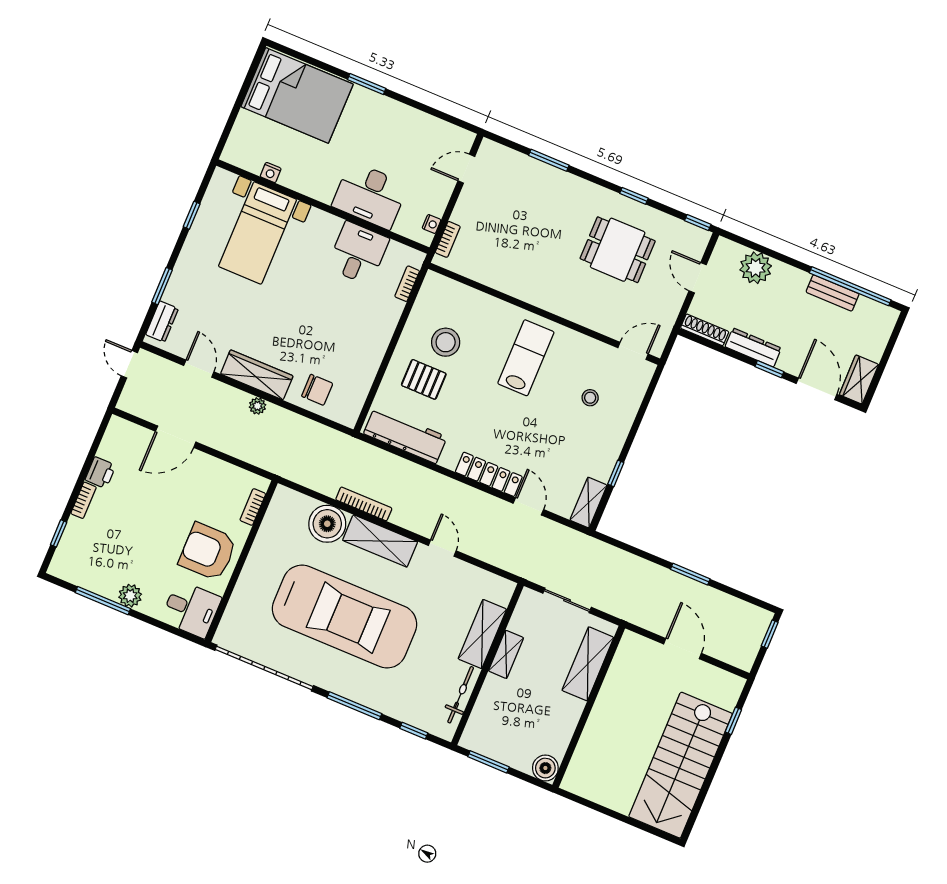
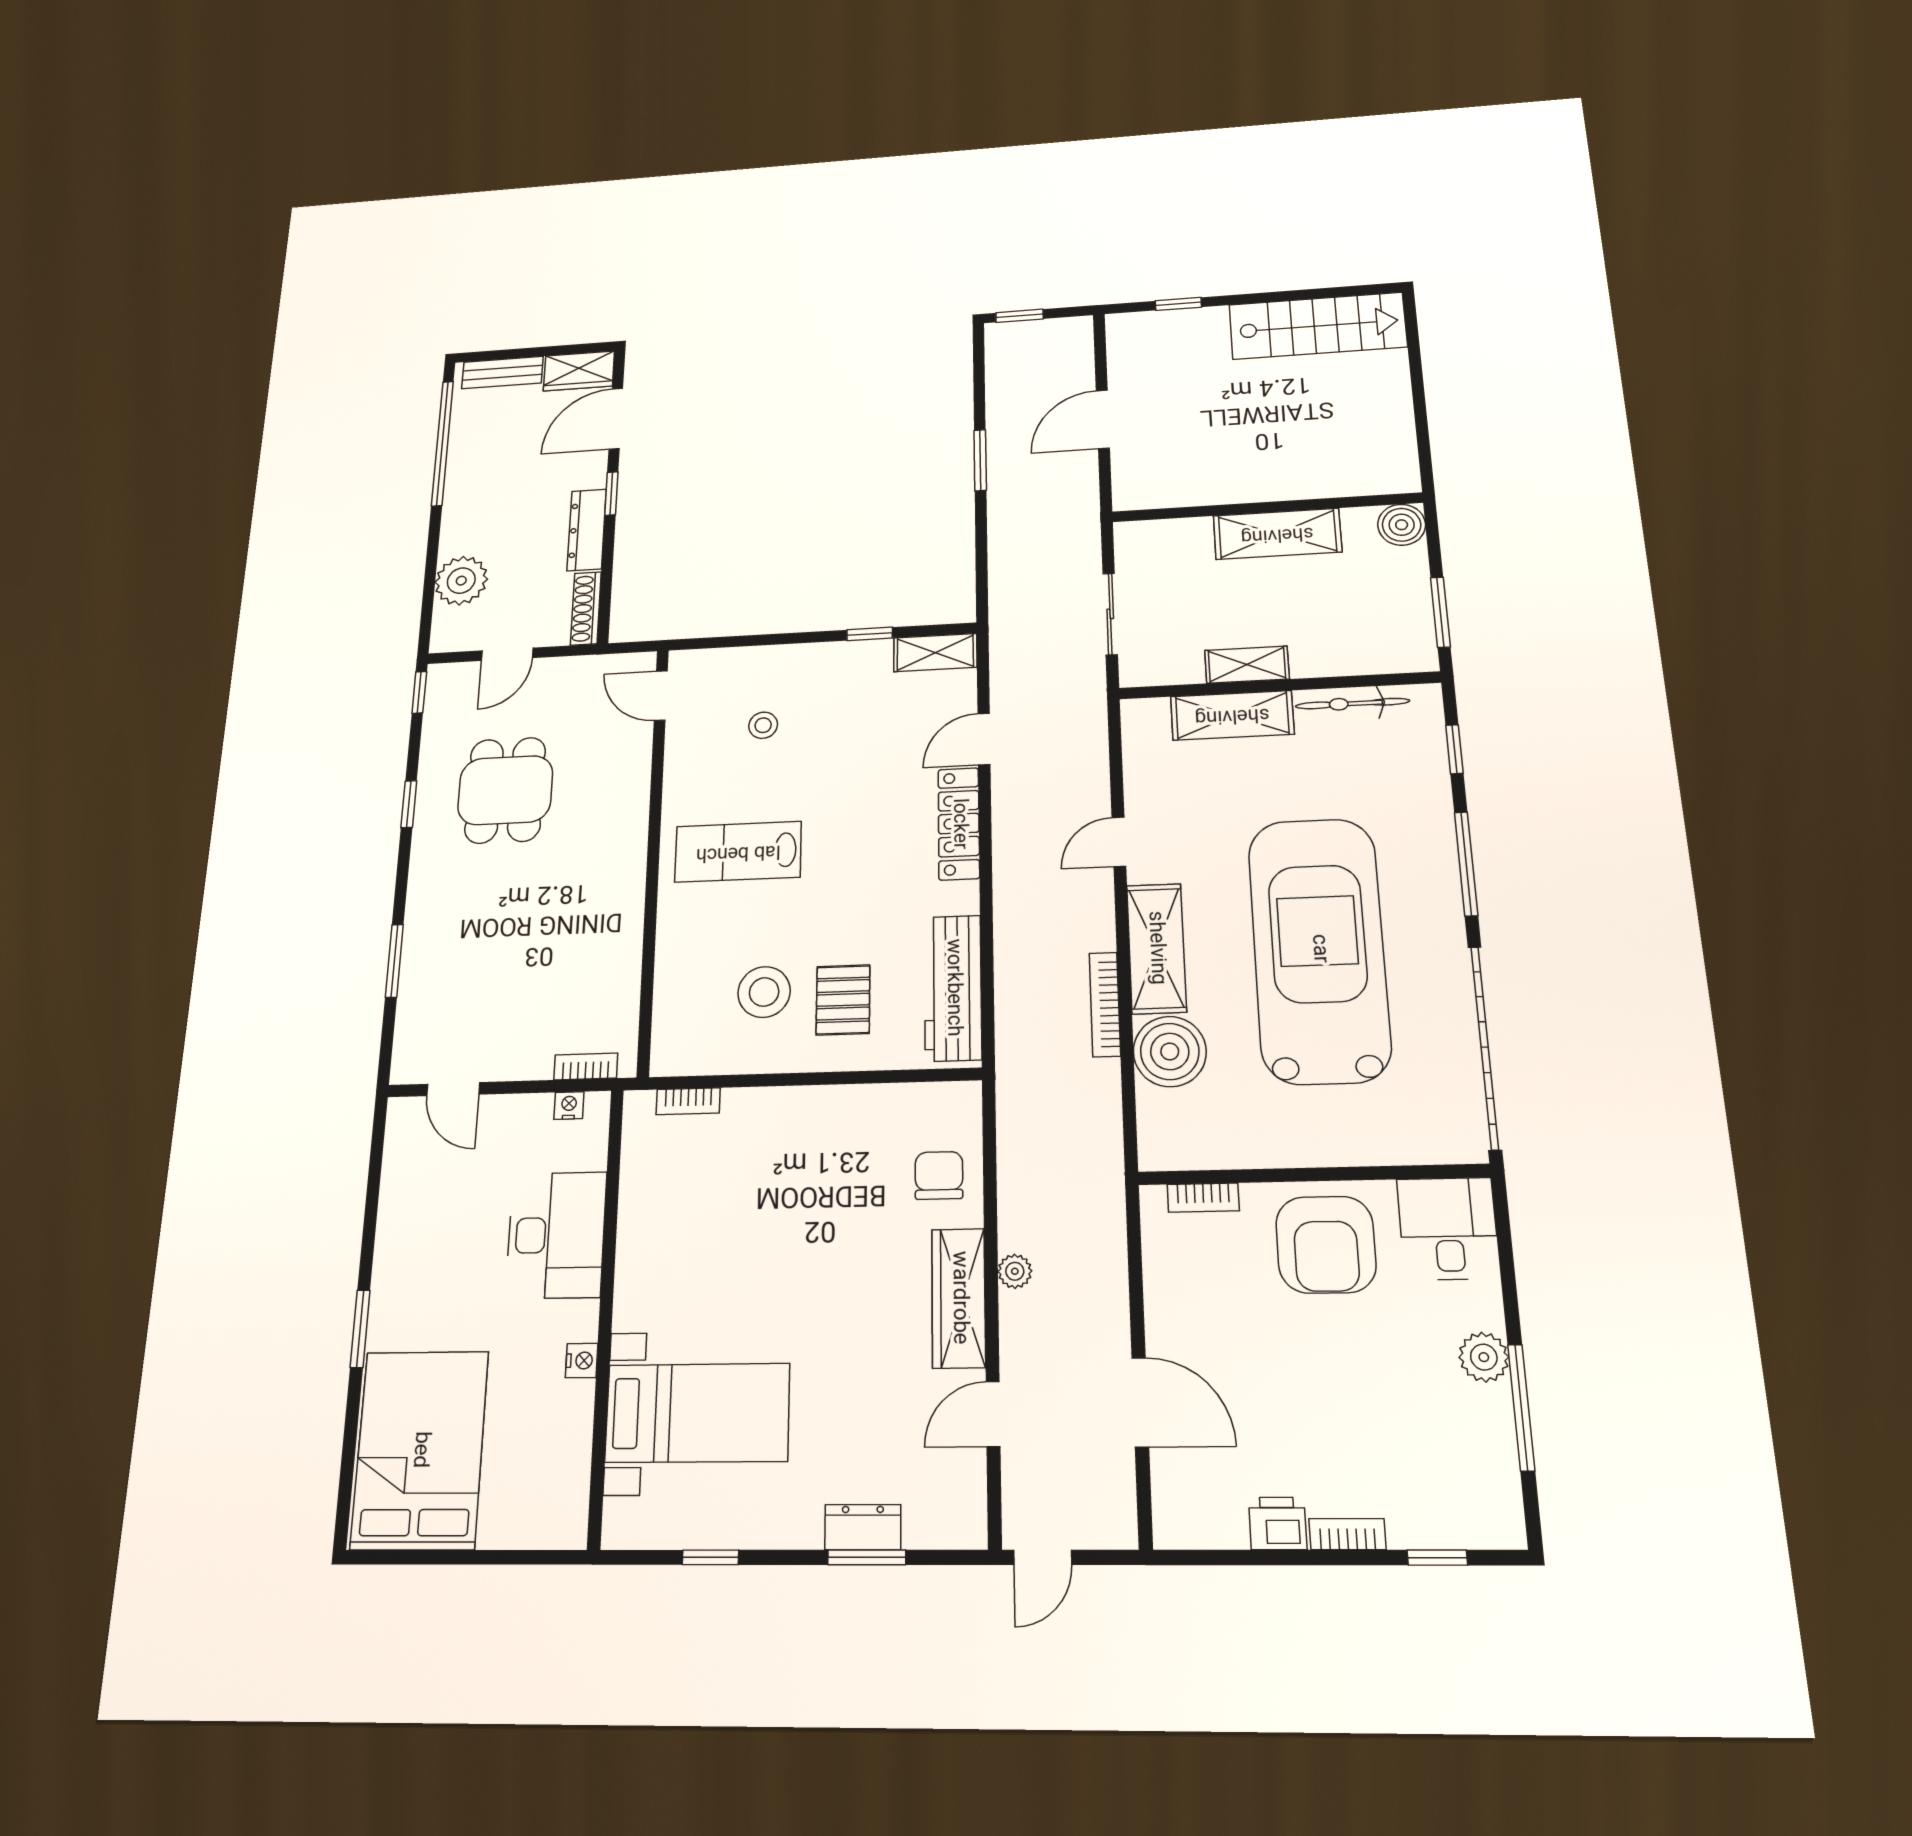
nightstand: (271, 173) -> (582, 1361), moved
desk: (358, 253) -> (666, 1211), removed
bench: (833, 293) -> (502, 373), moved, turned 90
dresser: (162, 322) -> (863, 1527), moved
shelving: (588, 664) -> (1277, 534), moved
stairs: (681, 765) -> (1318, 326), width x0.73, depth x0.66

